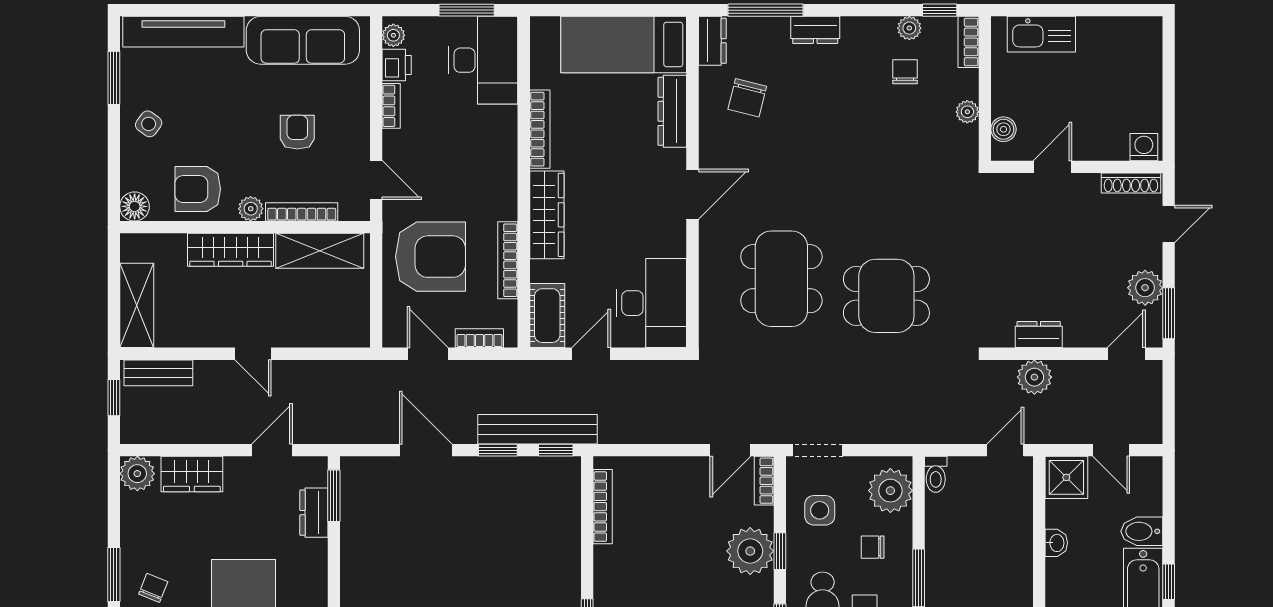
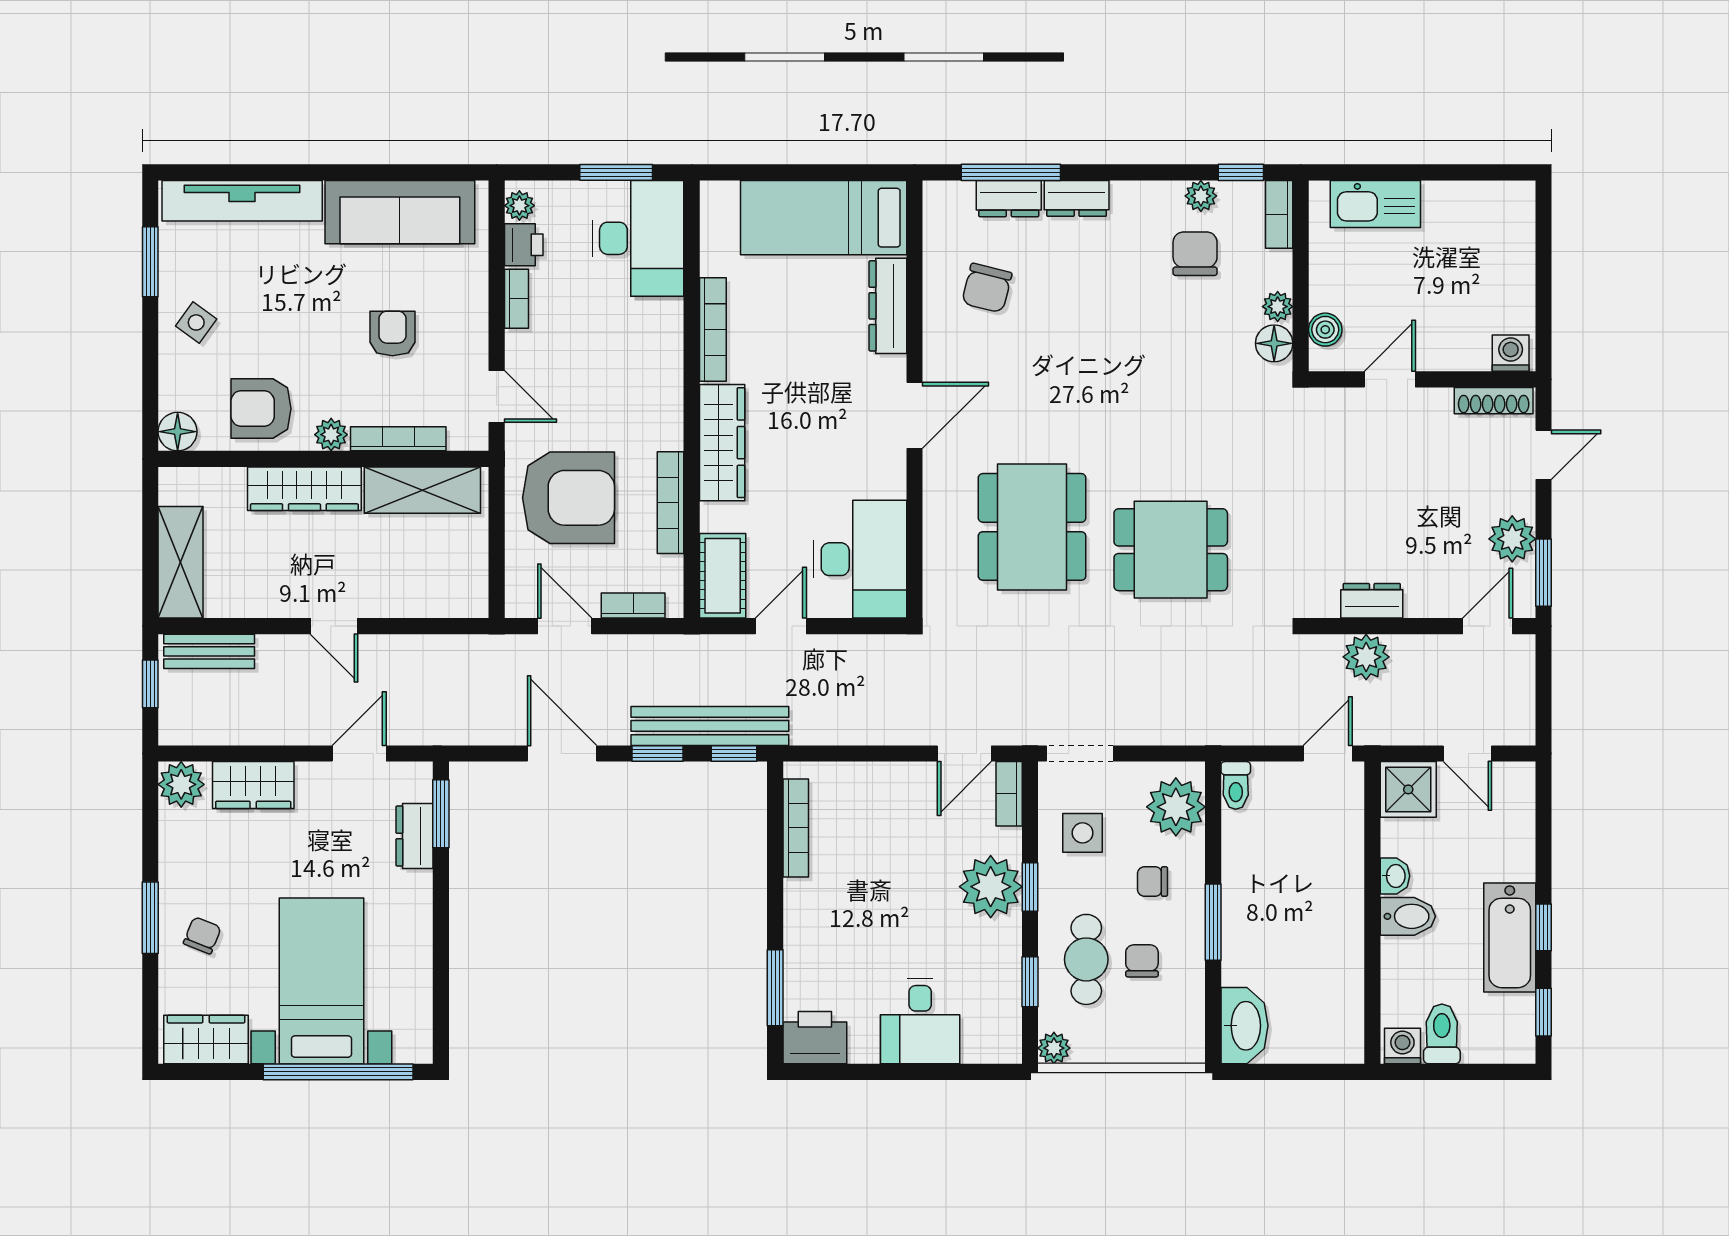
dresser: (712, 41) -> (1009, 199), moved, turned 90
chair: (905, 72) -> (1195, 254), width x1.37, depth x1.37
floor lamp: (965, 140) -> (1274, 343), added
bidet: (1142, 531) -> (1408, 916), moved, turned 180

